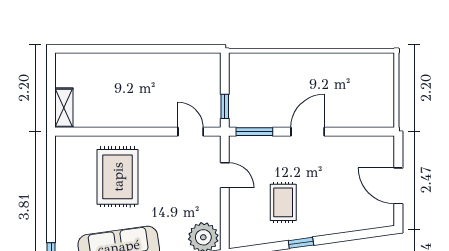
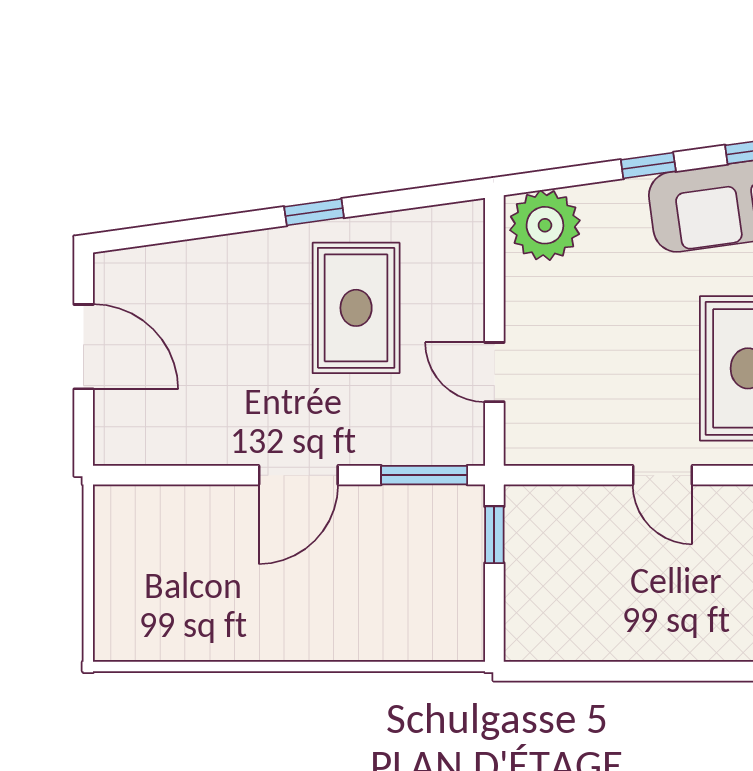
door: (191, 132) -> (663, 475), moved
rug: (283, 202) -> (356, 308), width x1.36, depth x1.43

